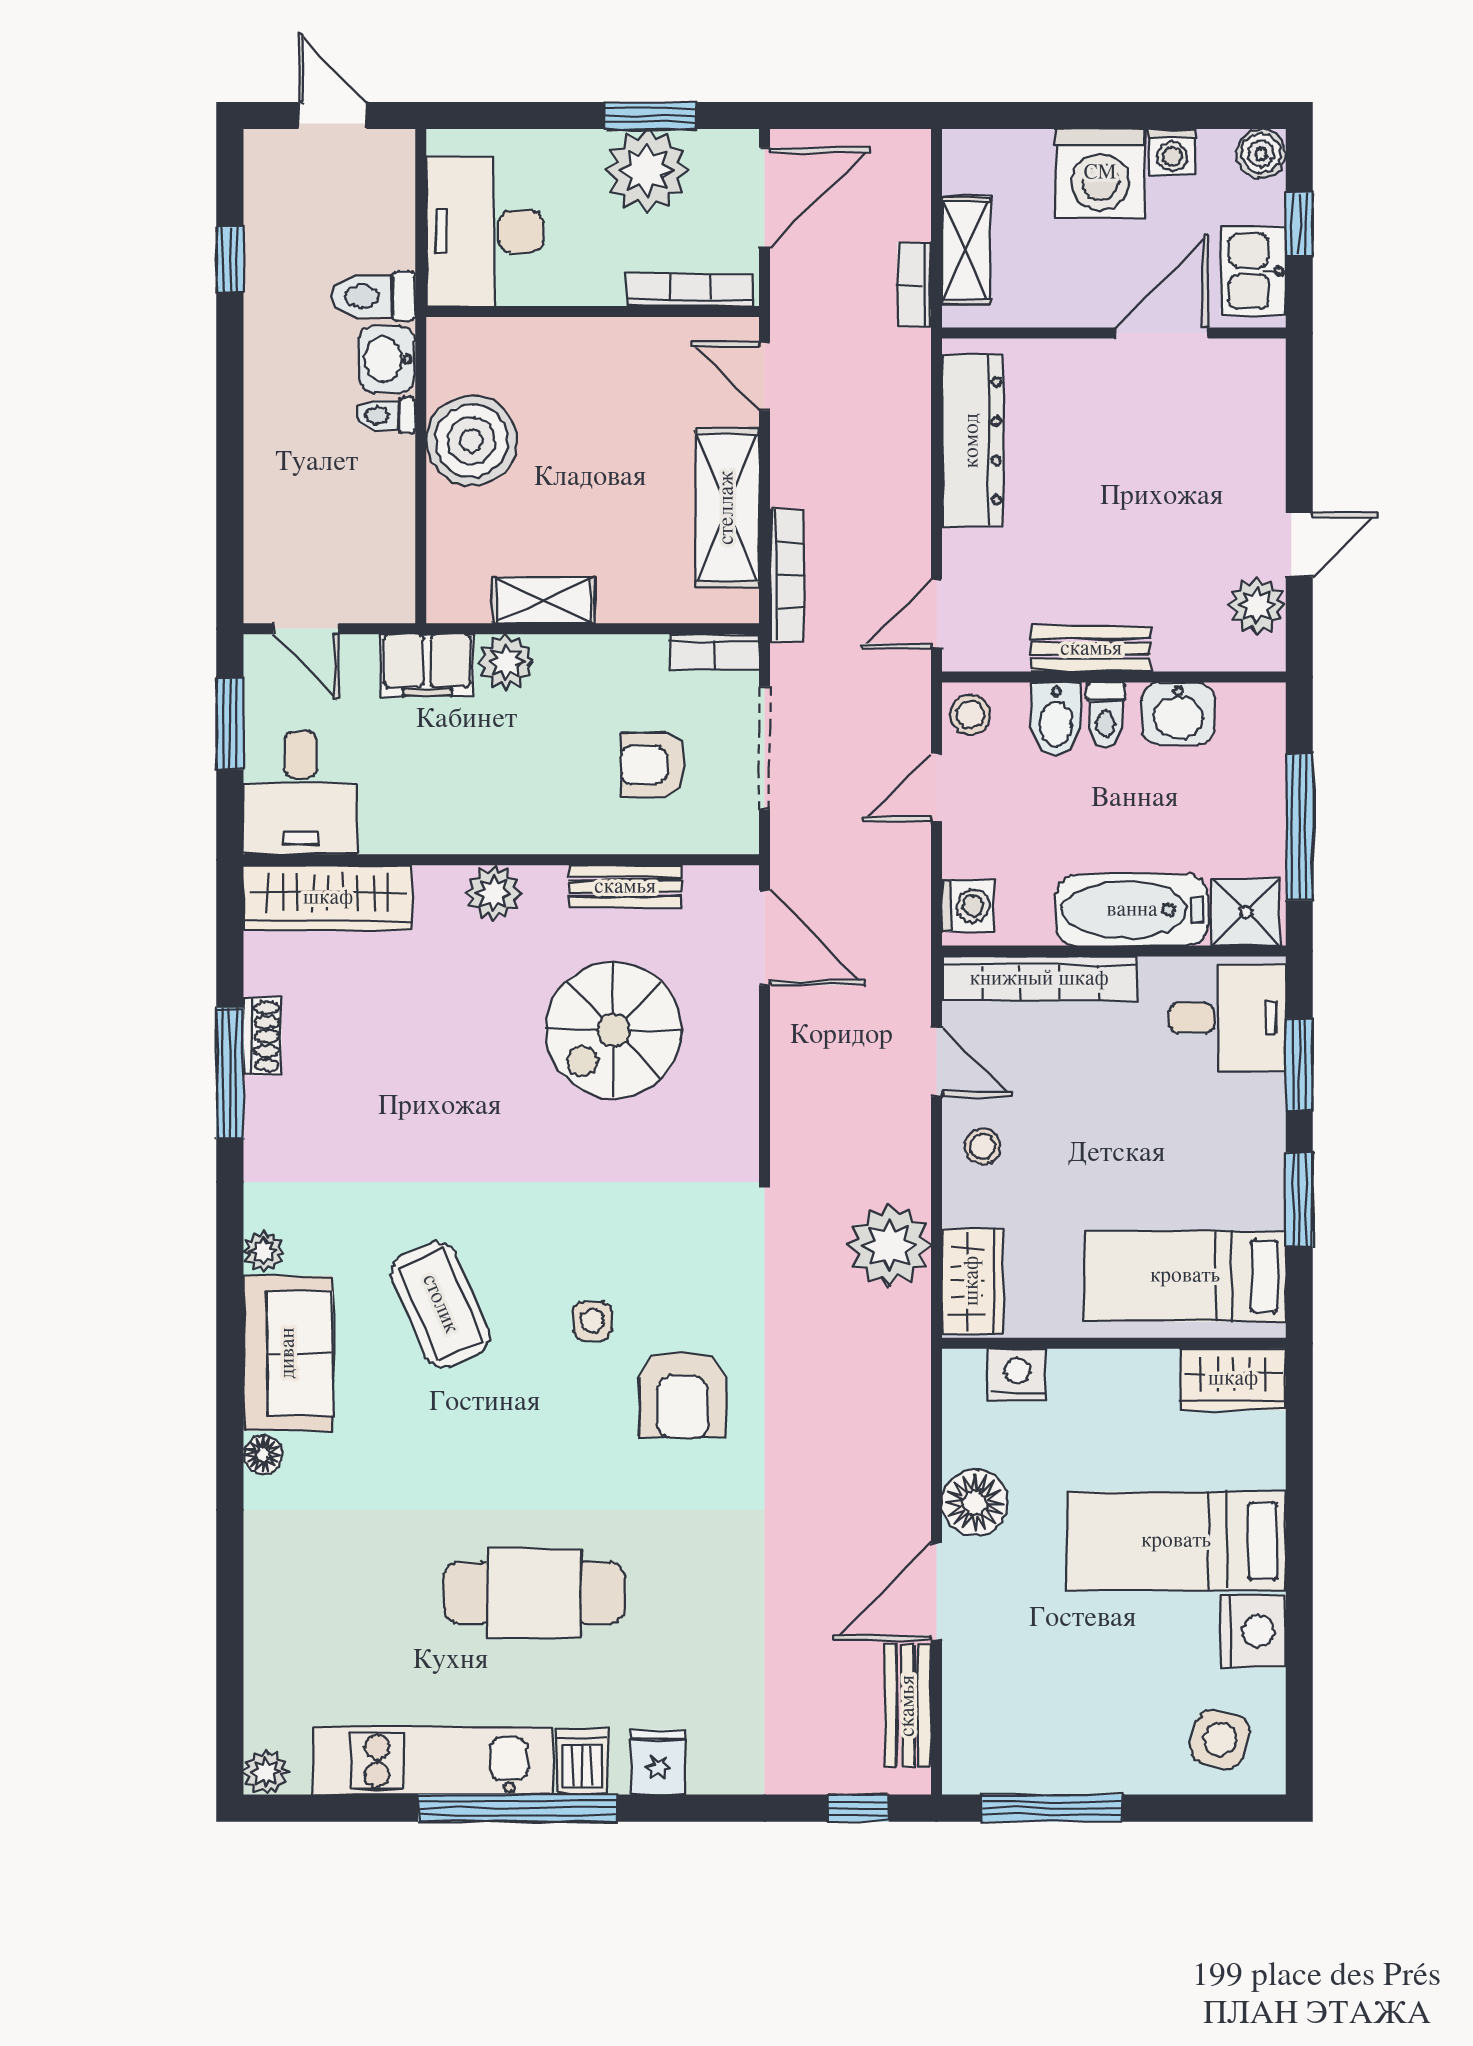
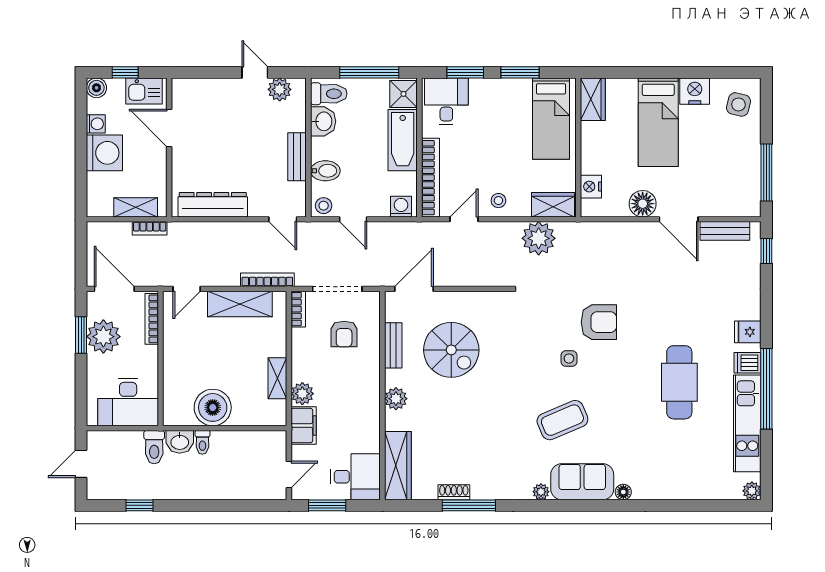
toilet: (1106, 715) -> (329, 94), moved, width x1.37, depth x1.39

